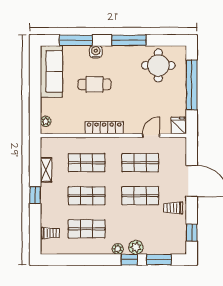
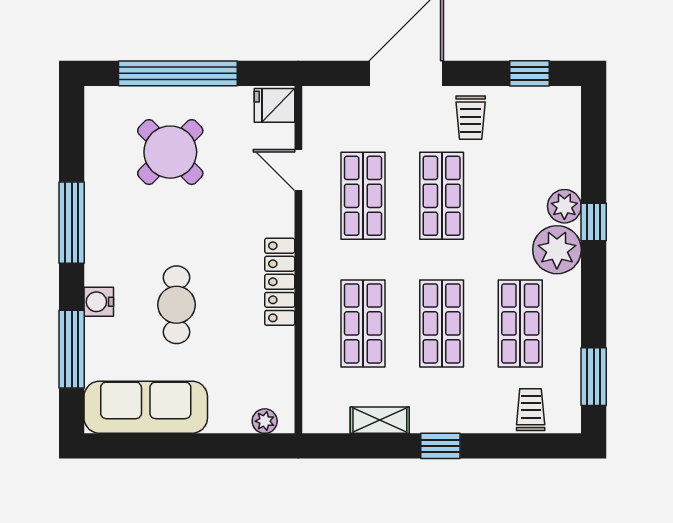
round table: (158, 66) -> (170, 152), moved, turned 45
plant: (118, 249) -> (557, 250), width x1.88, depth x1.88
window: (159, 260) -> (594, 377), moved

